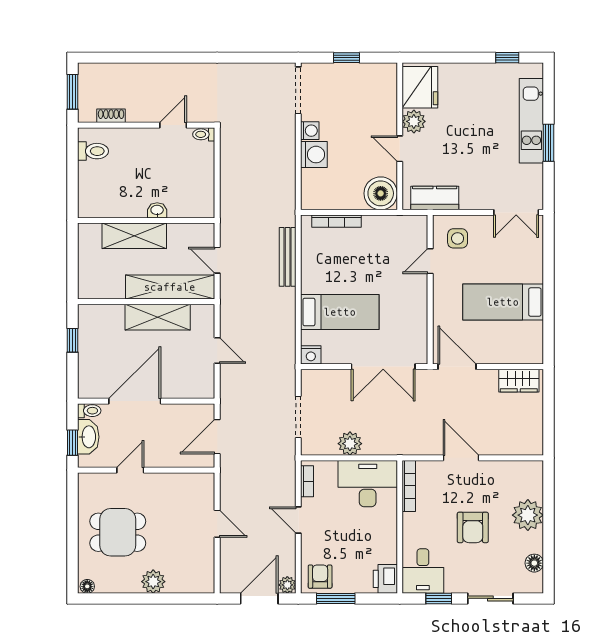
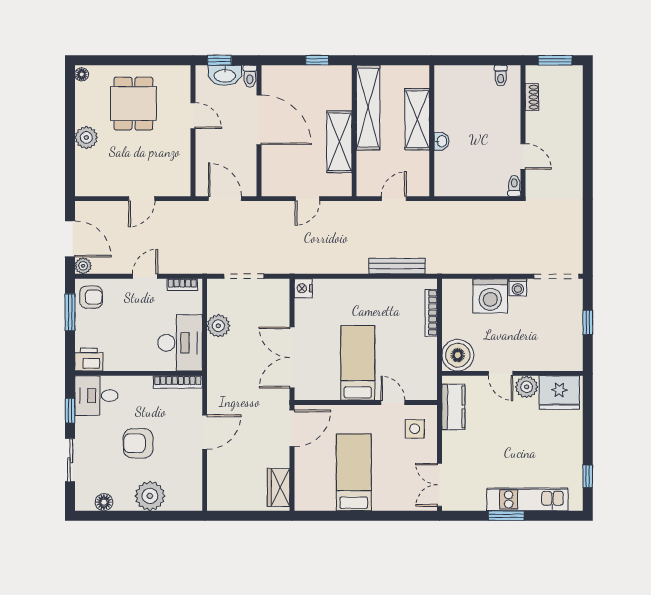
door: (400, 149) -> (501, 373), swing flipped
toilet: (93, 151) -> (501, 76), width x0.73, depth x0.72
washing machine: (314, 155) -> (490, 296), width x1.37, depth x1.37
shelving: (170, 287) -> (368, 108), moved
bed: (340, 312) -> (358, 363), moved, turned 180

